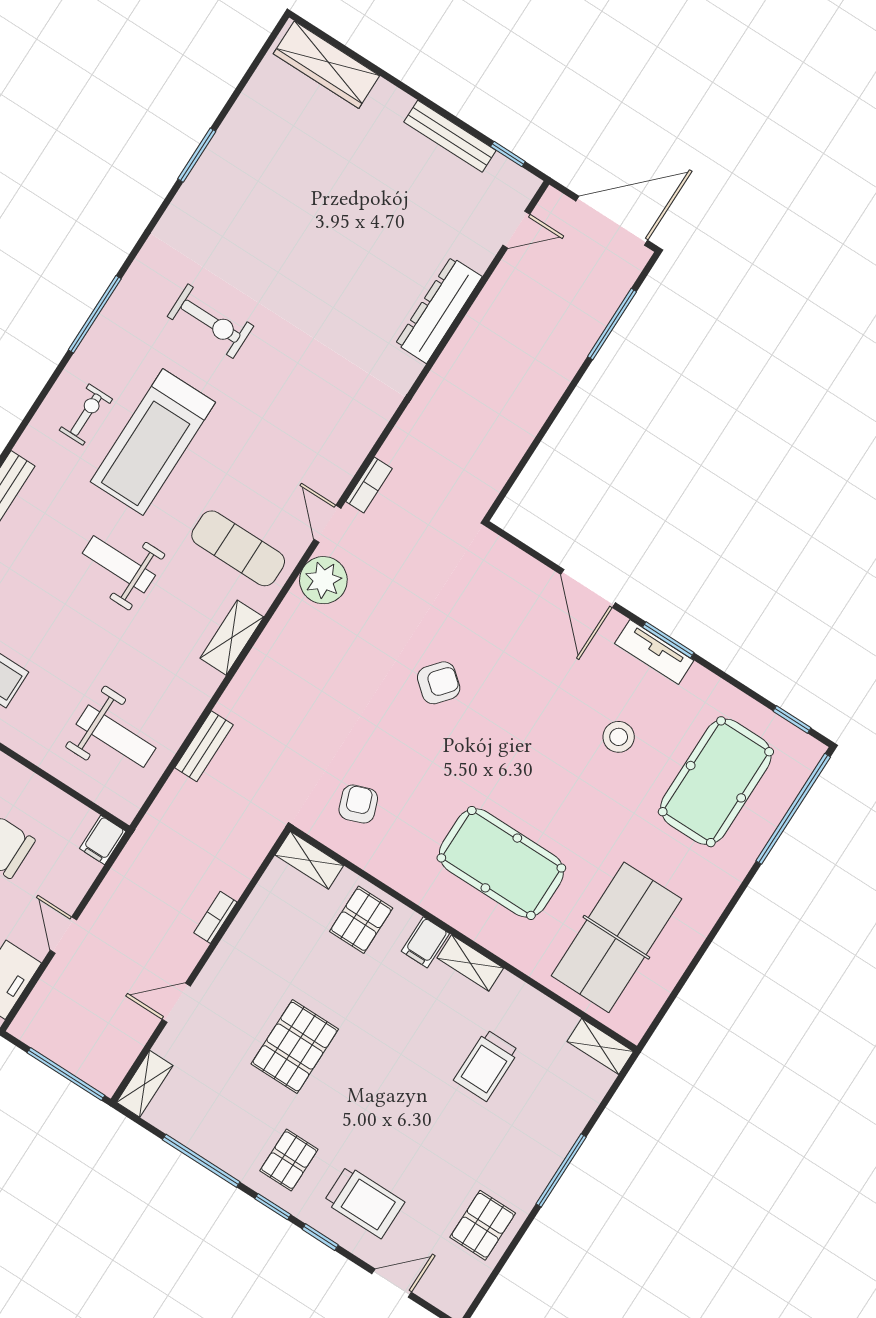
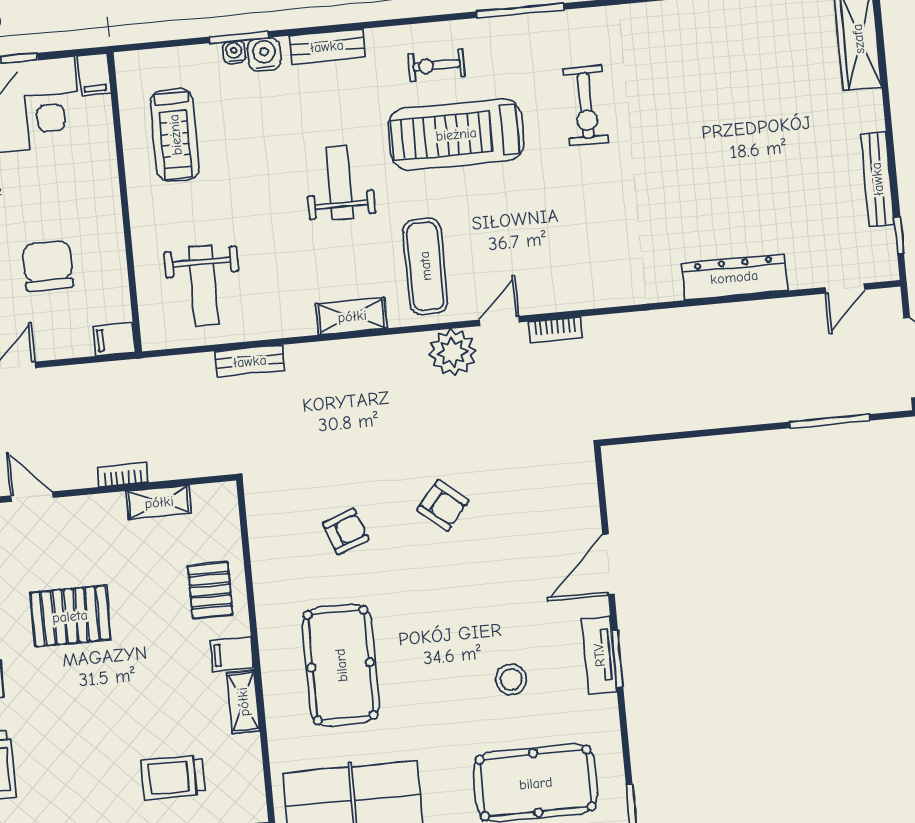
door: (516, 230) -> (845, 288), hinge flipped
exercise bike: (86, 415) -> (436, 65), turned 180
armchair: (358, 804) -> (346, 532), moved
shelving: (309, 860) -> (159, 502), moved, turned 90
pallet: (361, 920) -> (210, 590), turned 90

